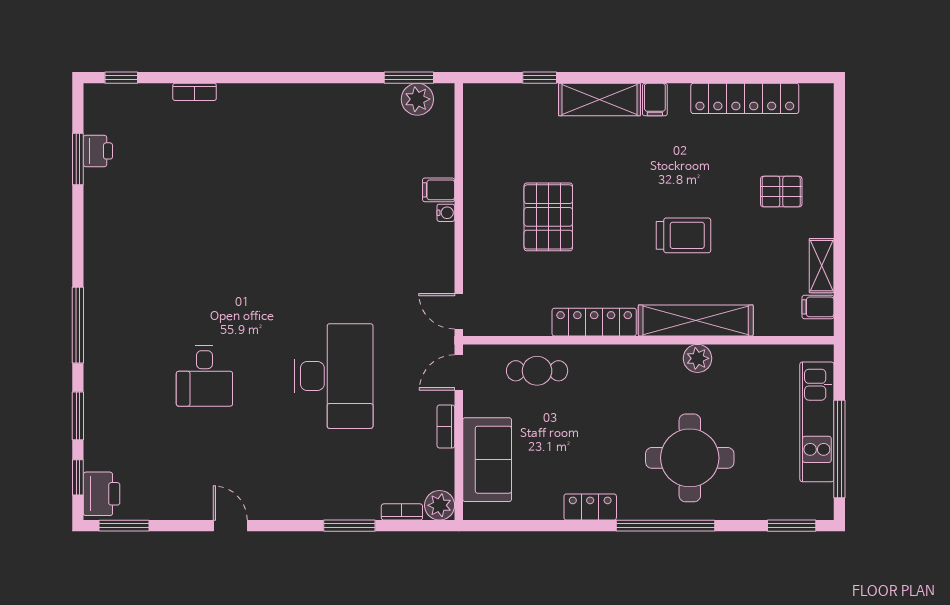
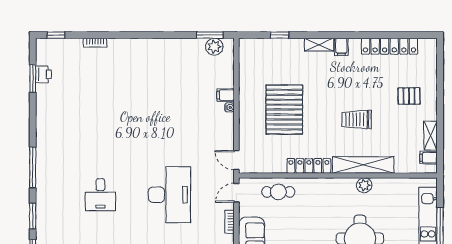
shelving: (599, 100) -> (319, 45), width x0.67, depth x0.75
pallet: (548, 217) -> (284, 110), width x1.37, depth x1.41
trolley: (683, 235) -> (357, 119), turned 180

